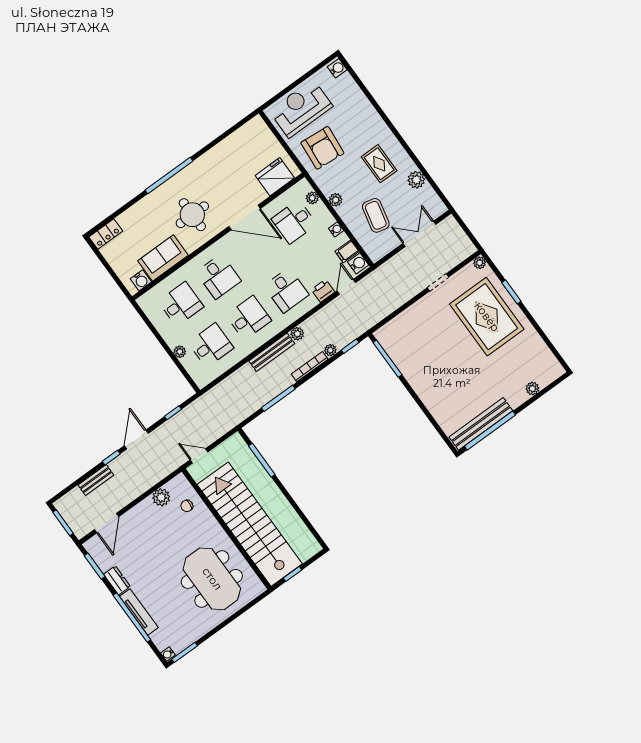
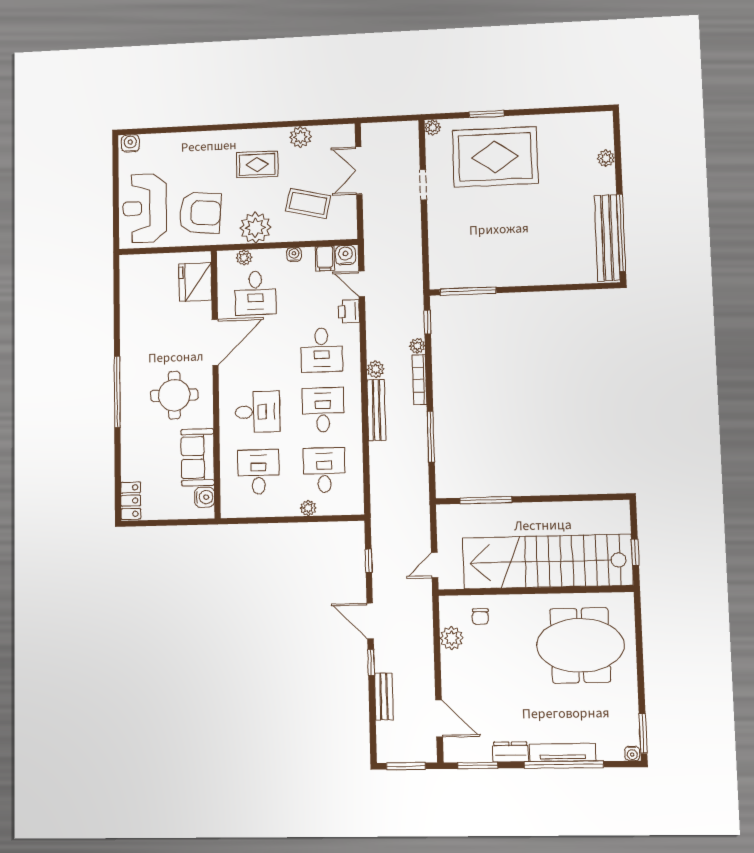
plant: (336, 200) -> (255, 228), width x1.87, depth x1.87
desk: (286, 290) -> (322, 350), turned 90

